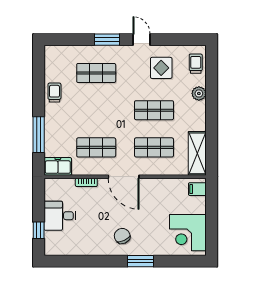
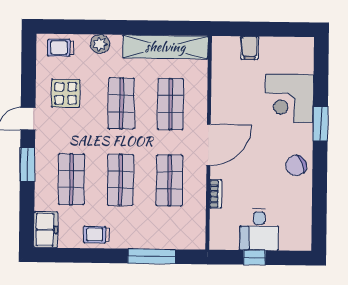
shop shelf: (96, 110) -> (120, 180), added
shelving: (197, 153) -> (165, 47), width x1.47
freezer: (58, 166) -> (46, 230), moved, turned 180
filing cabinet: (197, 189) -> (250, 48), moved
window: (39, 230) -> (254, 258), moved
corner desk: (188, 233) -> (289, 99), moved, turned 90
chair: (122, 236) -> (296, 166), moved

